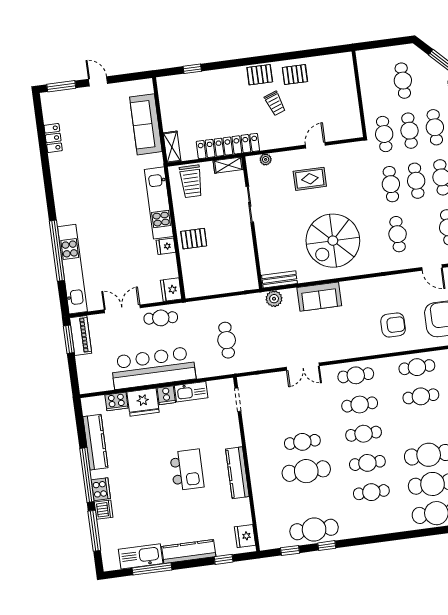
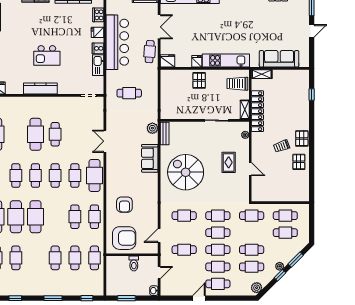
cafe table: (410, 131) -> (285, 216), moved
cafe table: (356, 375) -> (94, 175), width x1.37, depth x1.35
fridge: (143, 402) -> (98, 32), width x0.53, depth x0.75

